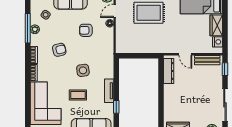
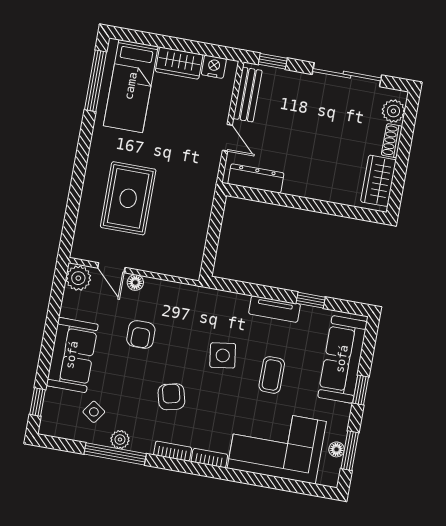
door: (185, 54) -> (227, 138), hinge flipped

